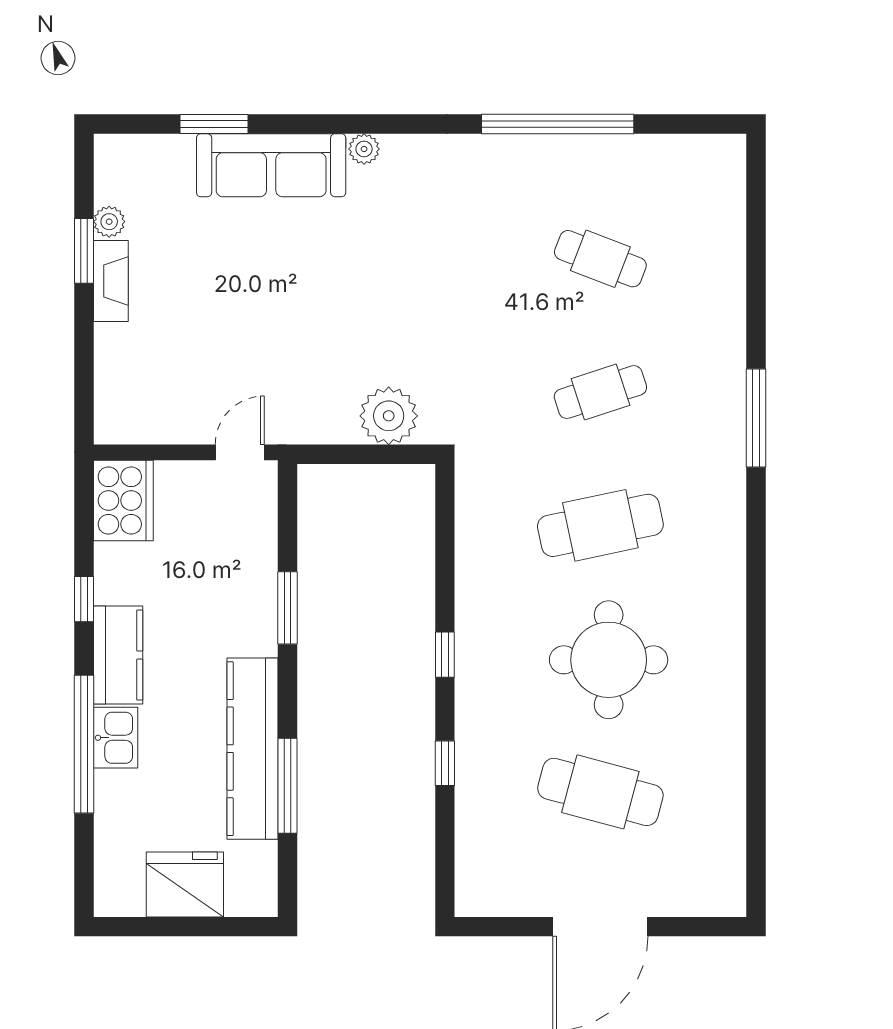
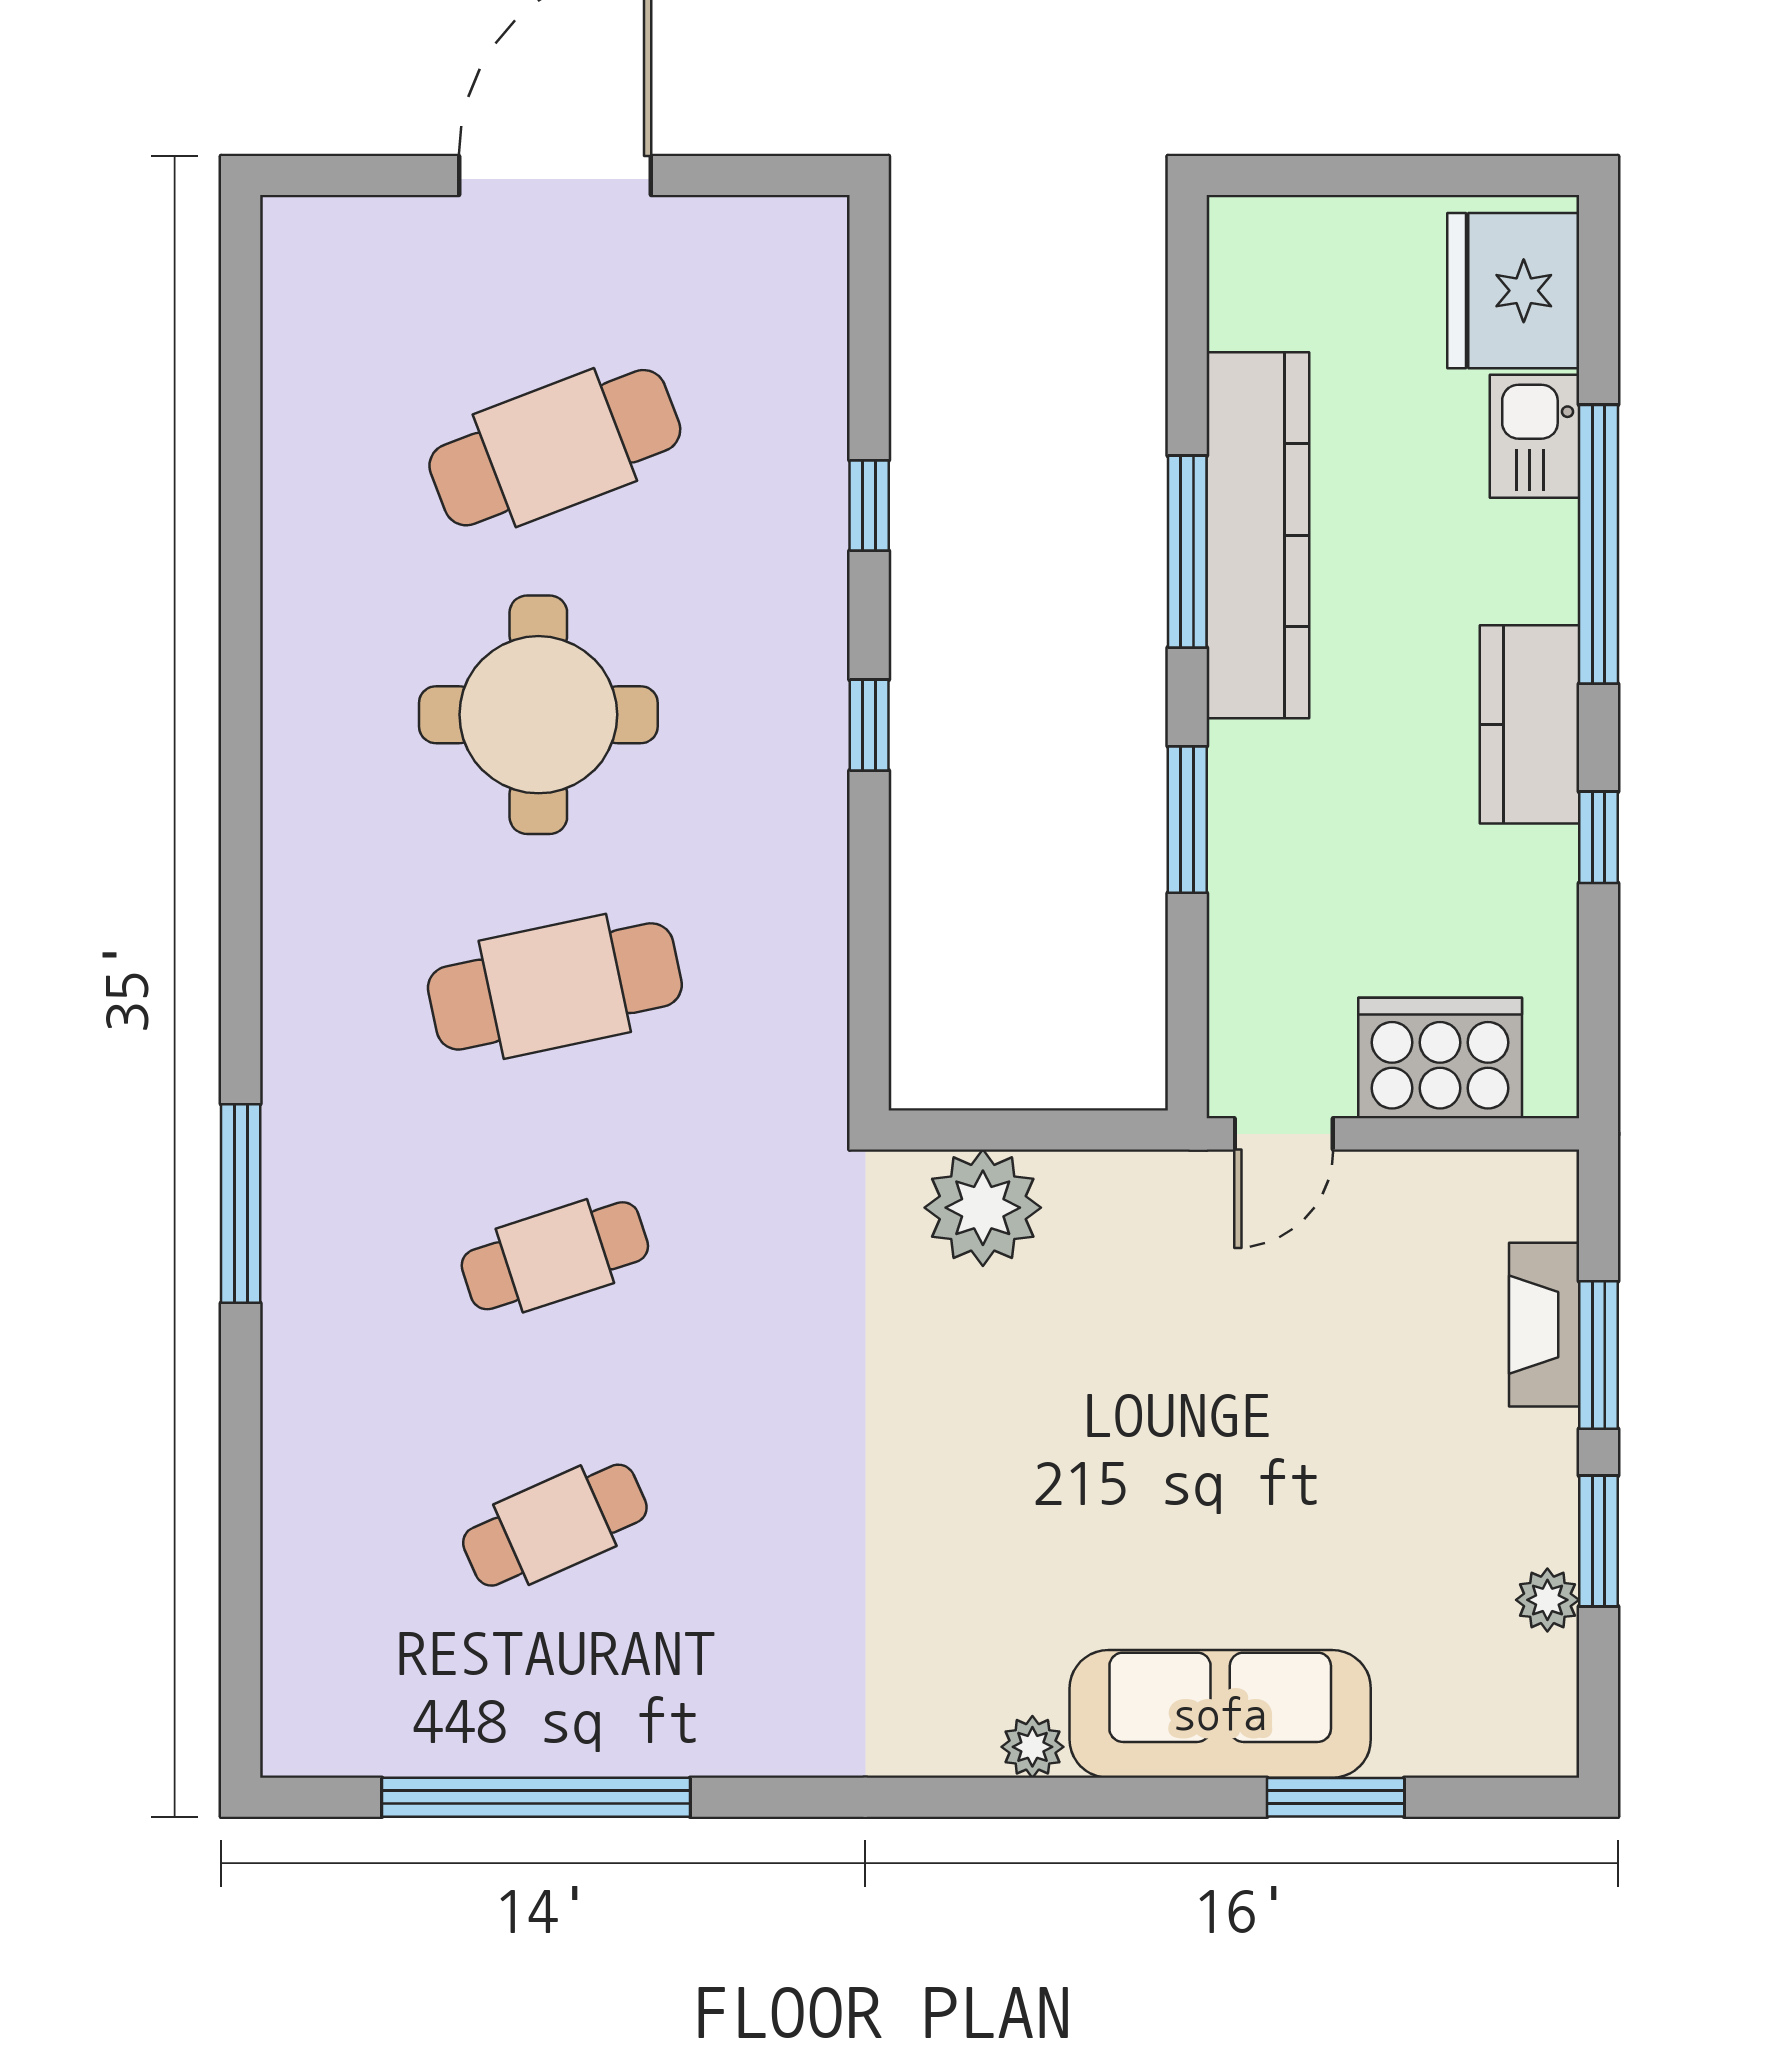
window: (558, 124) -> (536, 1797), moved
cafe table: (600, 259) -> (555, 1525), turned -45
fireplace: (111, 281) -> (1544, 1325), moved
window: (84, 343) -> (1598, 1355), added
cooker: (123, 501) -> (1440, 1058), moved, turned 90
kitchen sink: (116, 738) -> (1534, 436), moved
window: (287, 786) -> (1187, 552), moved
cafe table: (600, 792) -> (555, 448), turned -36
fridge: (185, 884) -> (1513, 291), moved, turned 90

